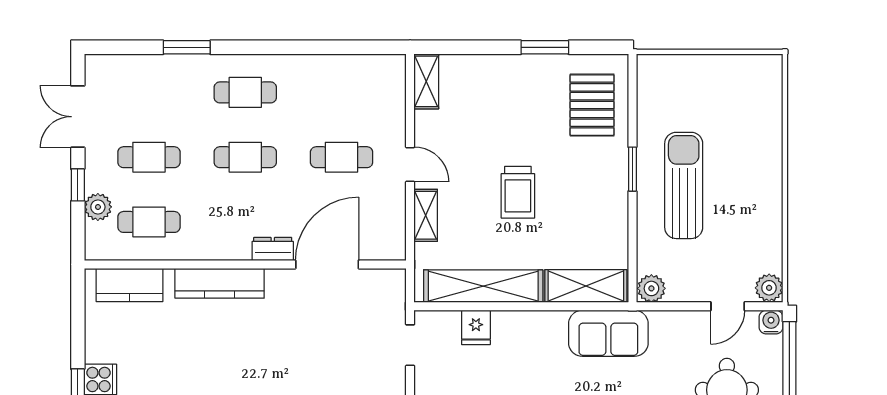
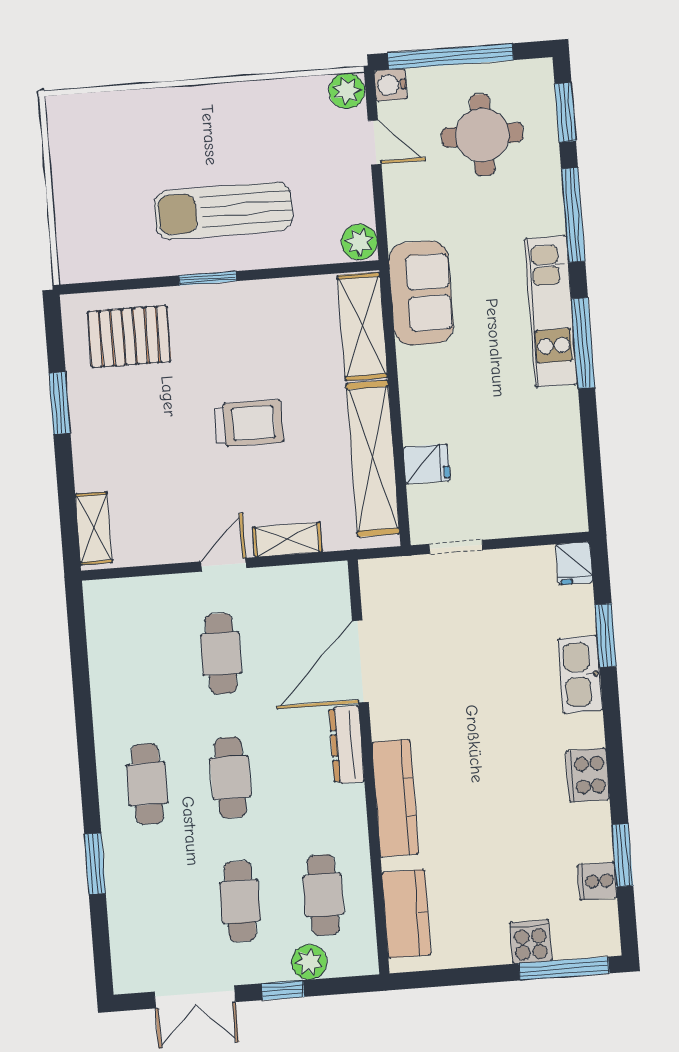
shelving: (426, 81) -> (94, 528), moved, turned 90
dresser: (273, 249) -> (347, 745), width x1.44
door: (327, 264) -> (360, 662), hinge flipped

